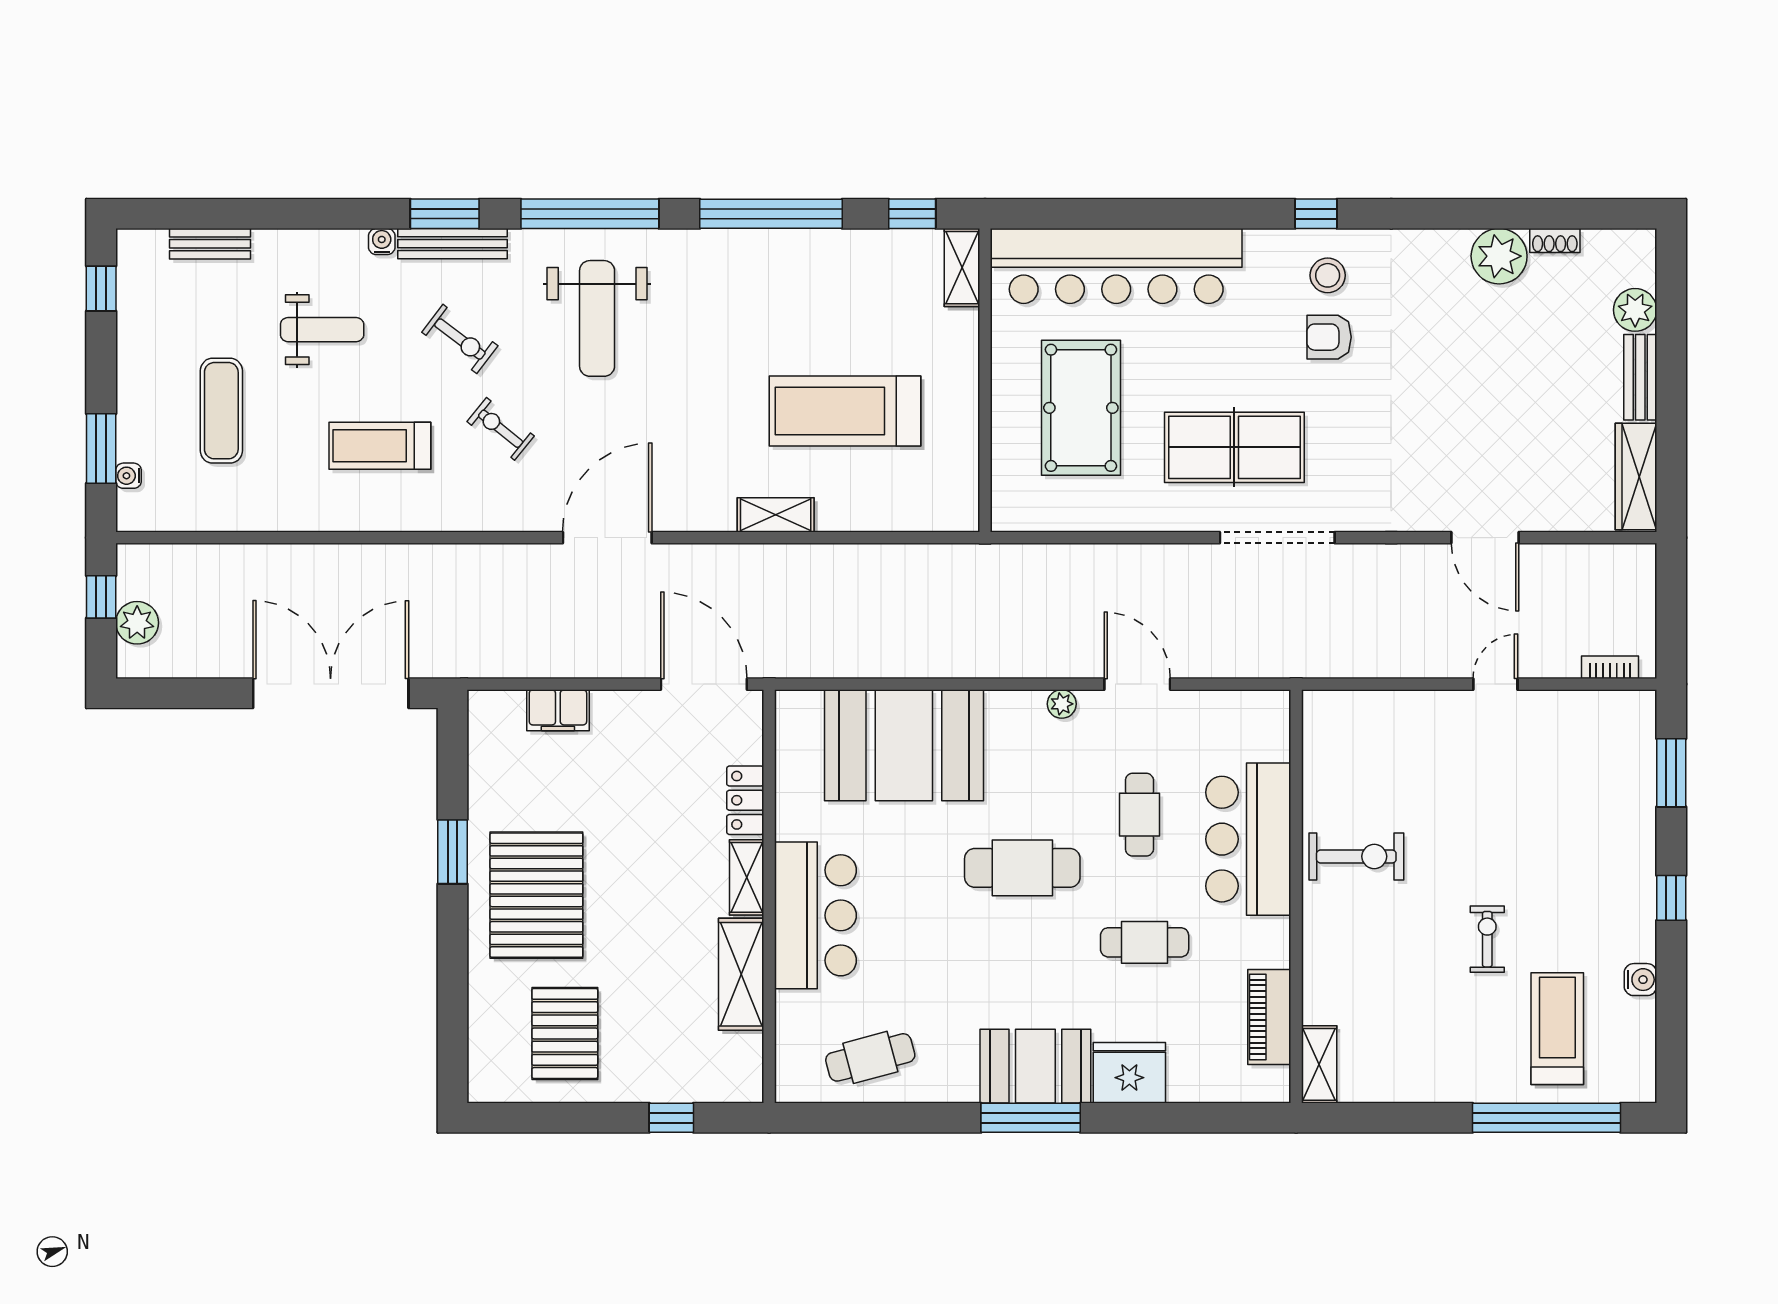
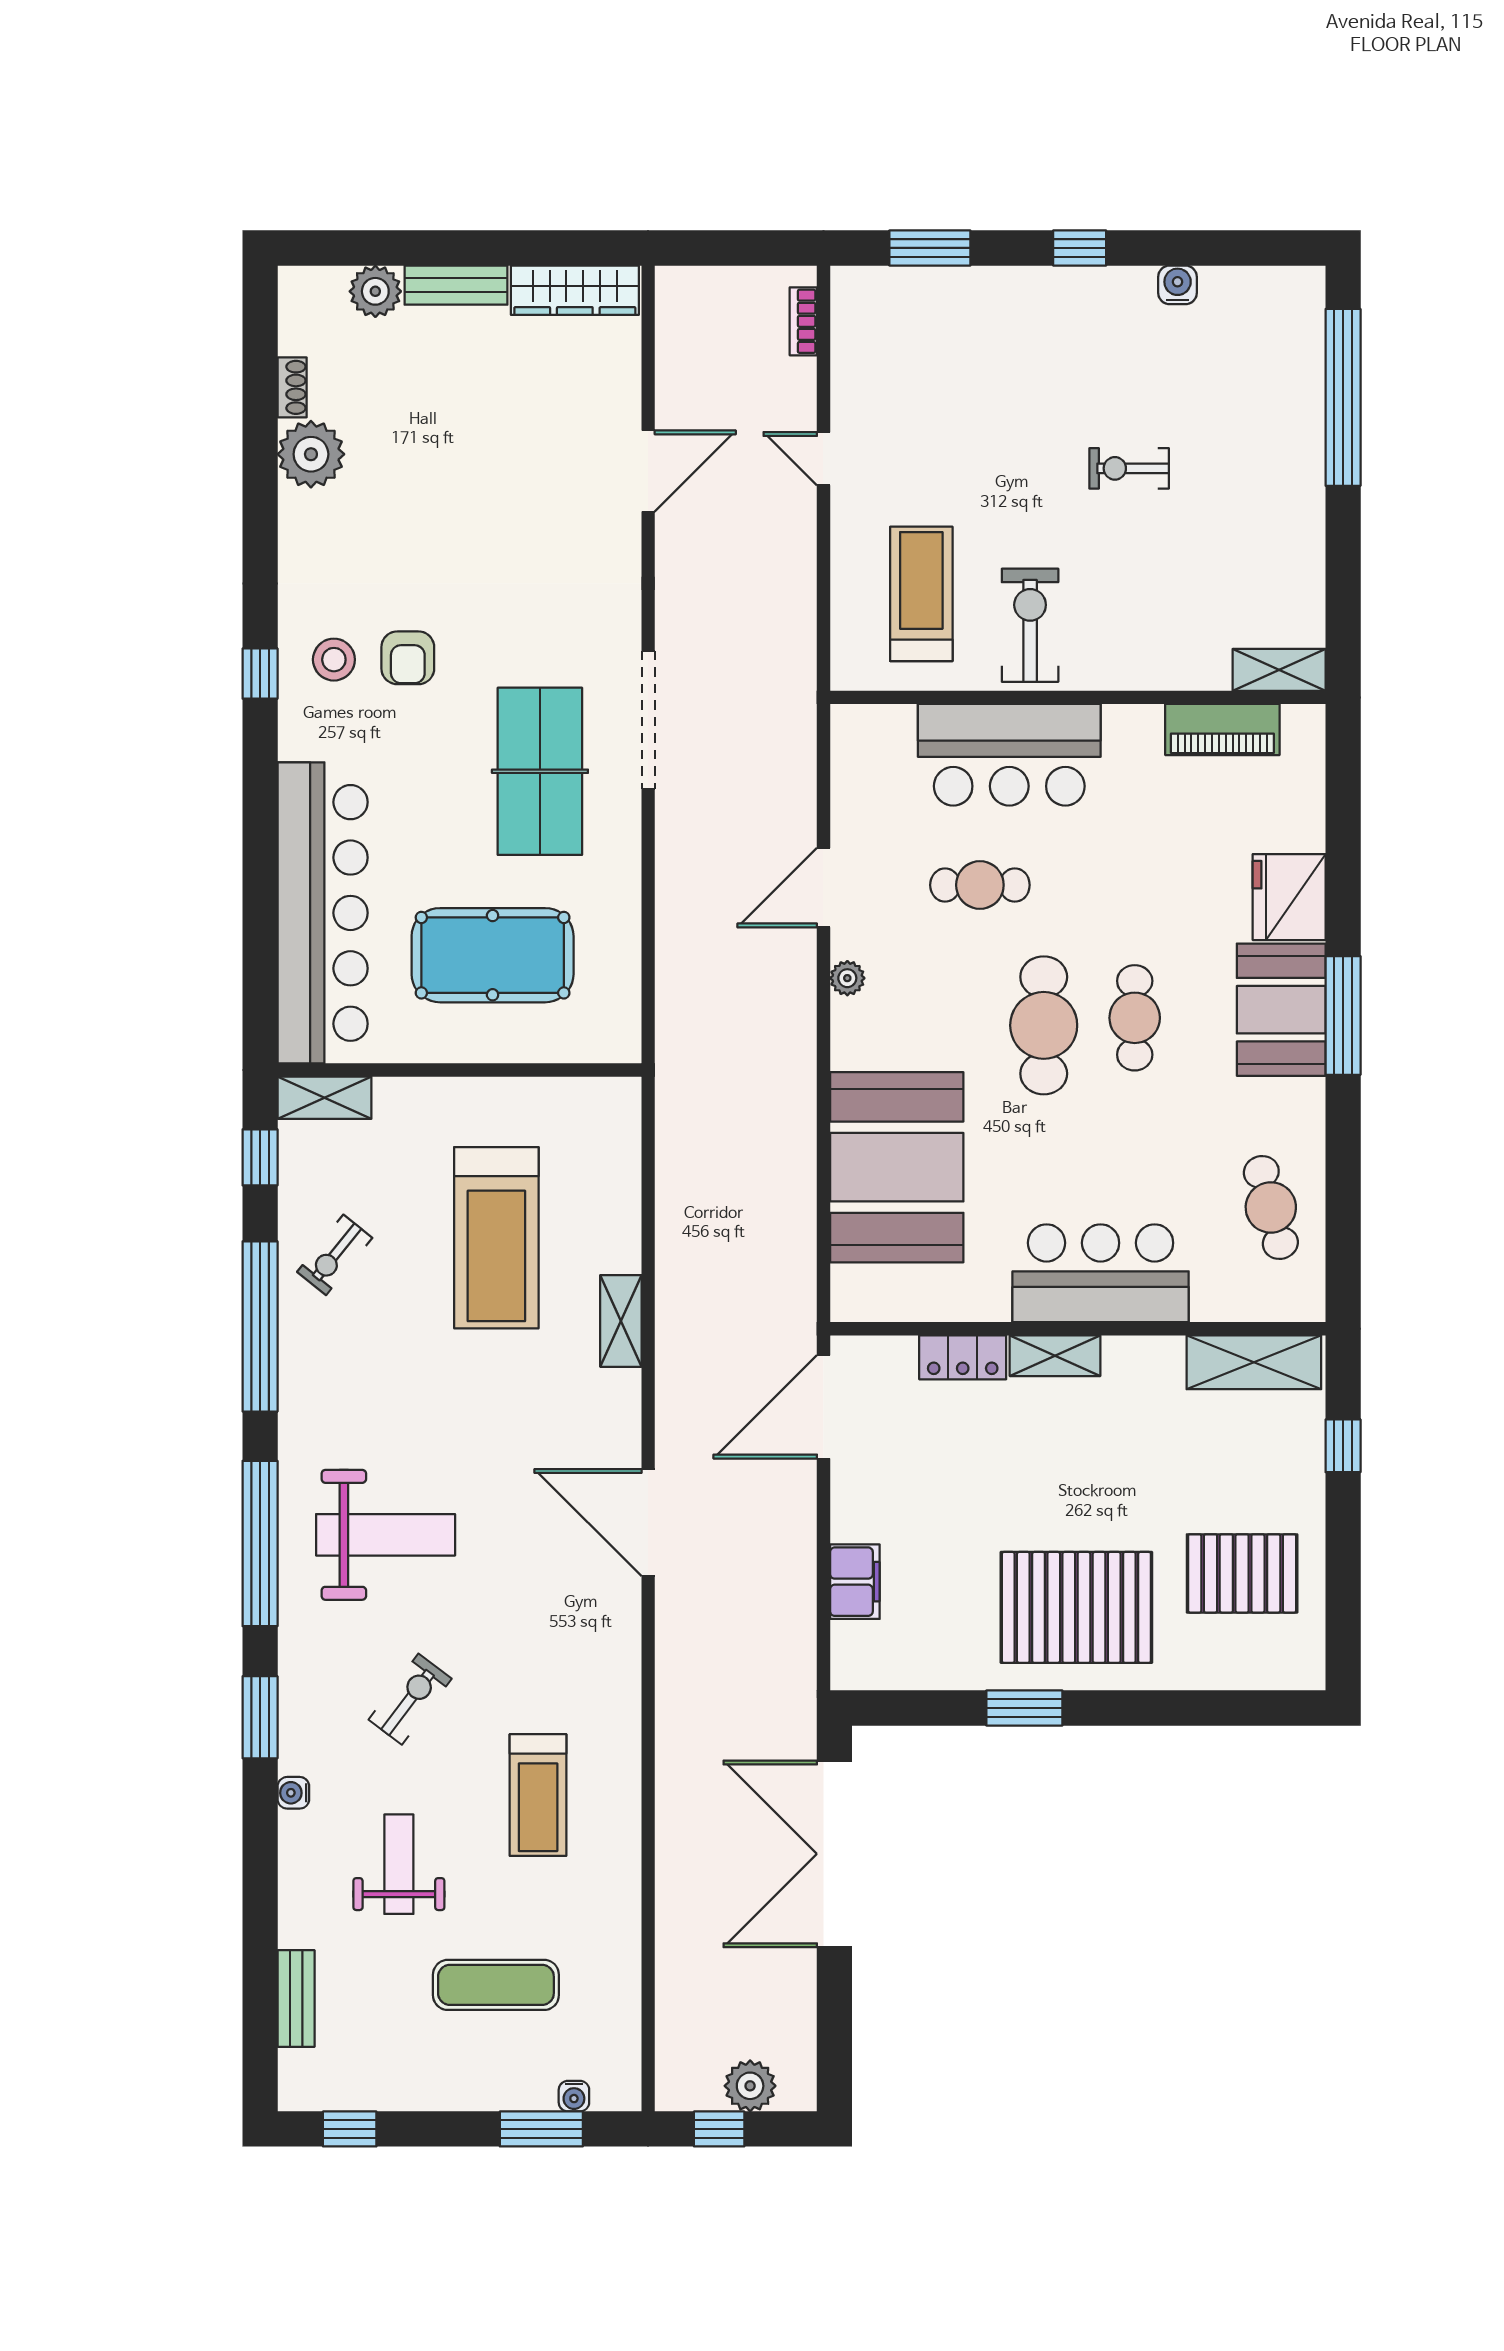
bench: (452, 244) -> (296, 1708), removed
exercise bike: (501, 429) -> (335, 1255), moved
cafe table: (1145, 942) -> (1135, 1018), moved
shelving: (741, 974) -> (1254, 1362), moved
treadmill: (1557, 1029) -> (921, 594), moved, turned 90

